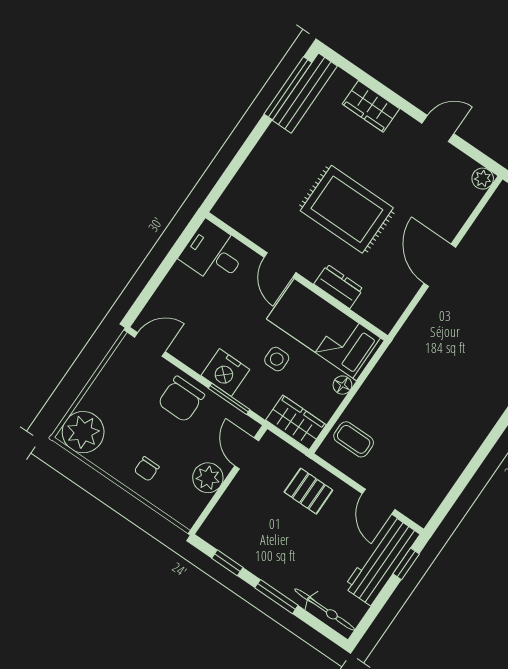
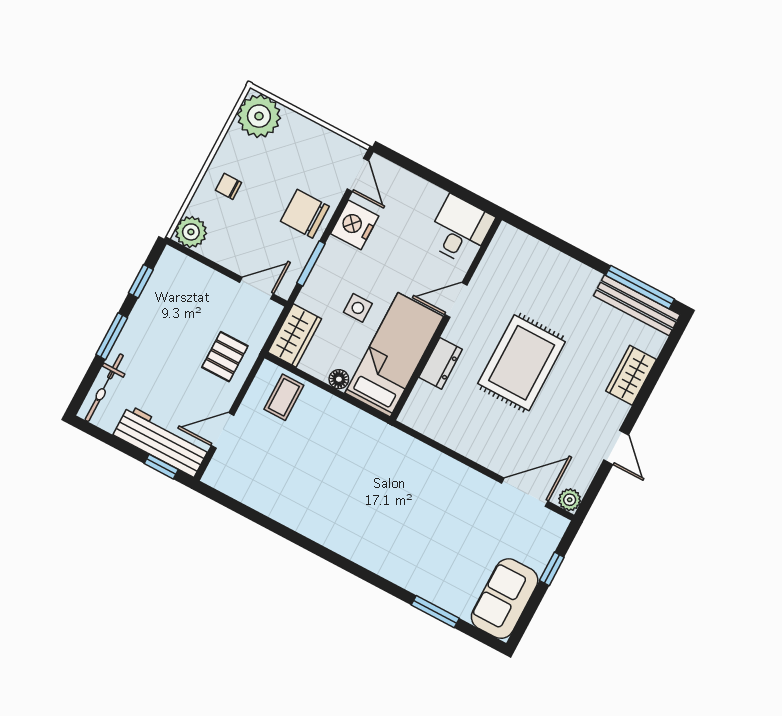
door: (440, 265) -> (525, 492), moved
nightstand: (225, 372) -> (355, 225), moved
plant: (208, 478) -> (191, 232), moved

